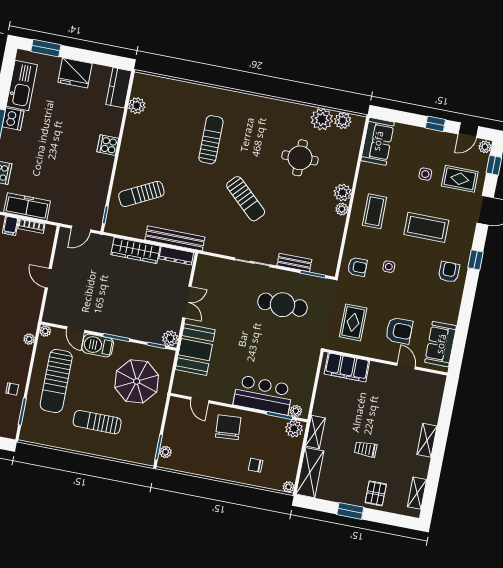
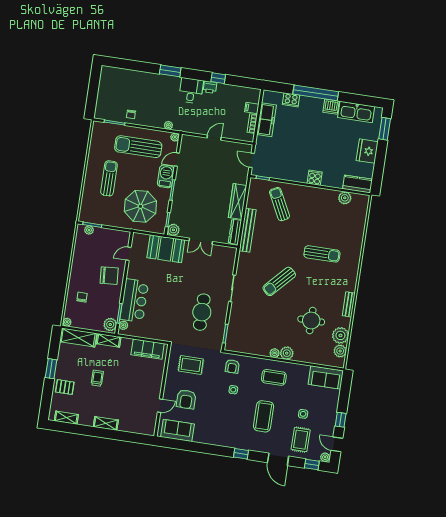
bench: (294, 263) -> (349, 304), moved
armchair: (449, 272) -> (231, 435), removed
filing cabinet: (347, 367) -> (148, 349), moved, turned -90

